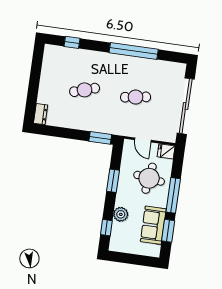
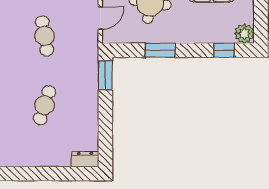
cafe table: (85, 90) -> (45, 105), turned 36
plant: (121, 214) -> (244, 34), moved

